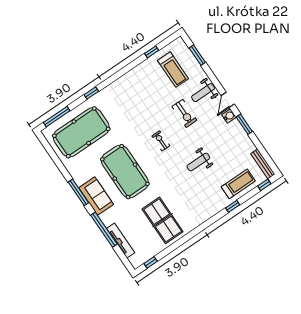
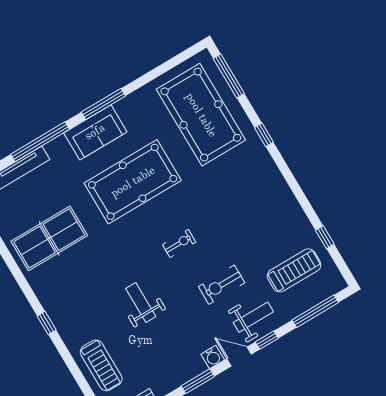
window: (197, 55) -> (315, 311), width x1.44
treadmill: (173, 70) -> (294, 270), turned 180
window: (217, 84) -> (267, 340), added
weight bench: (203, 93) -> (253, 317), turned 90
window: (233, 206) -> (47, 323), moved

